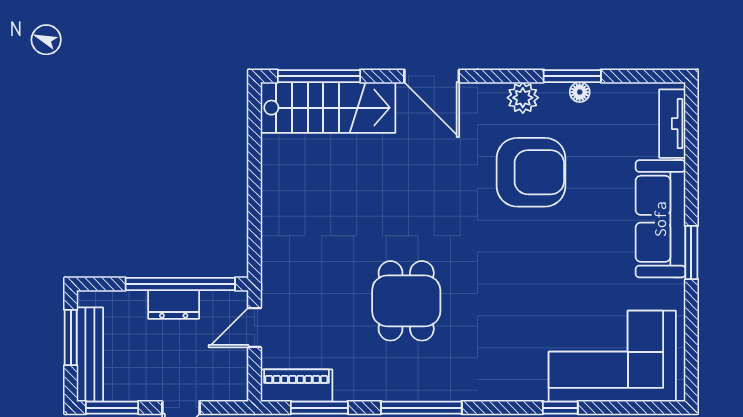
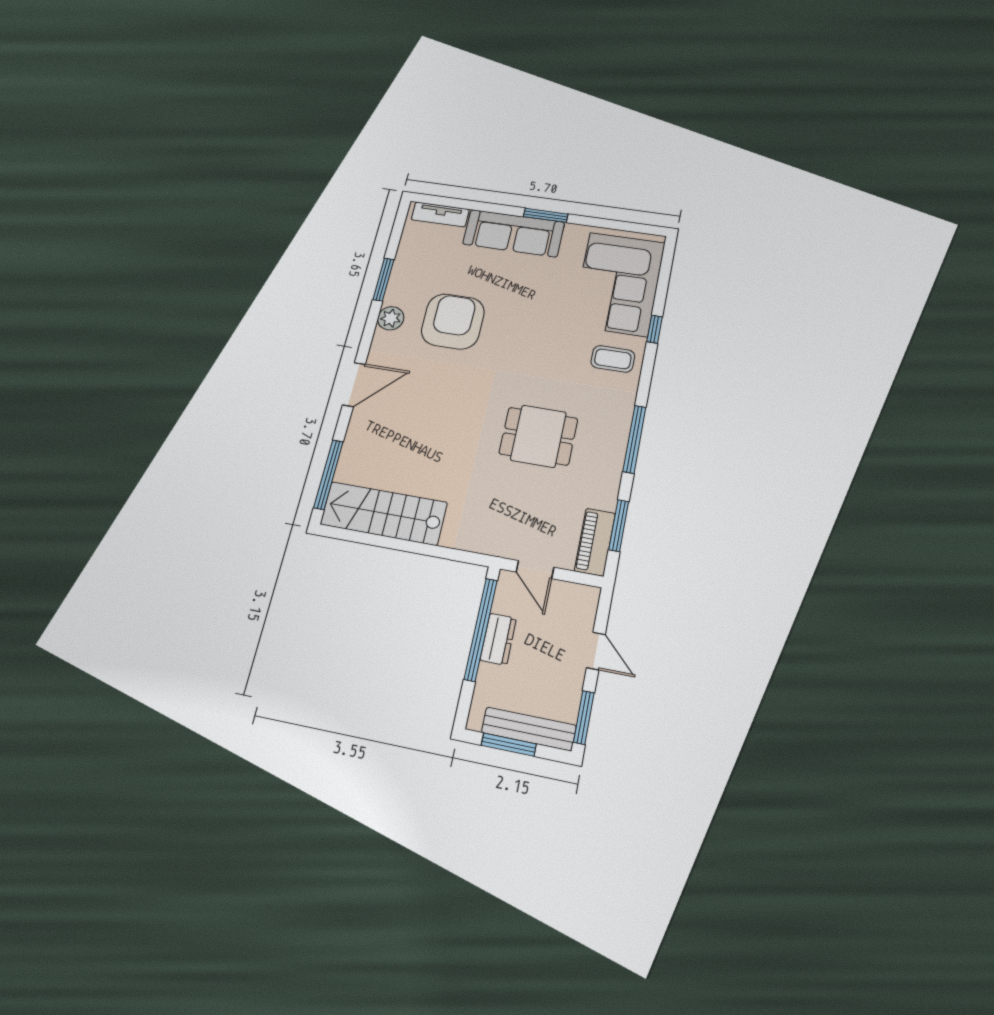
floor lamp: (580, 92) -> (398, 276), removed
stairs: (328, 108) -> (384, 513), moved, turned -90
coffee table: (515, 367) -> (613, 359), added

